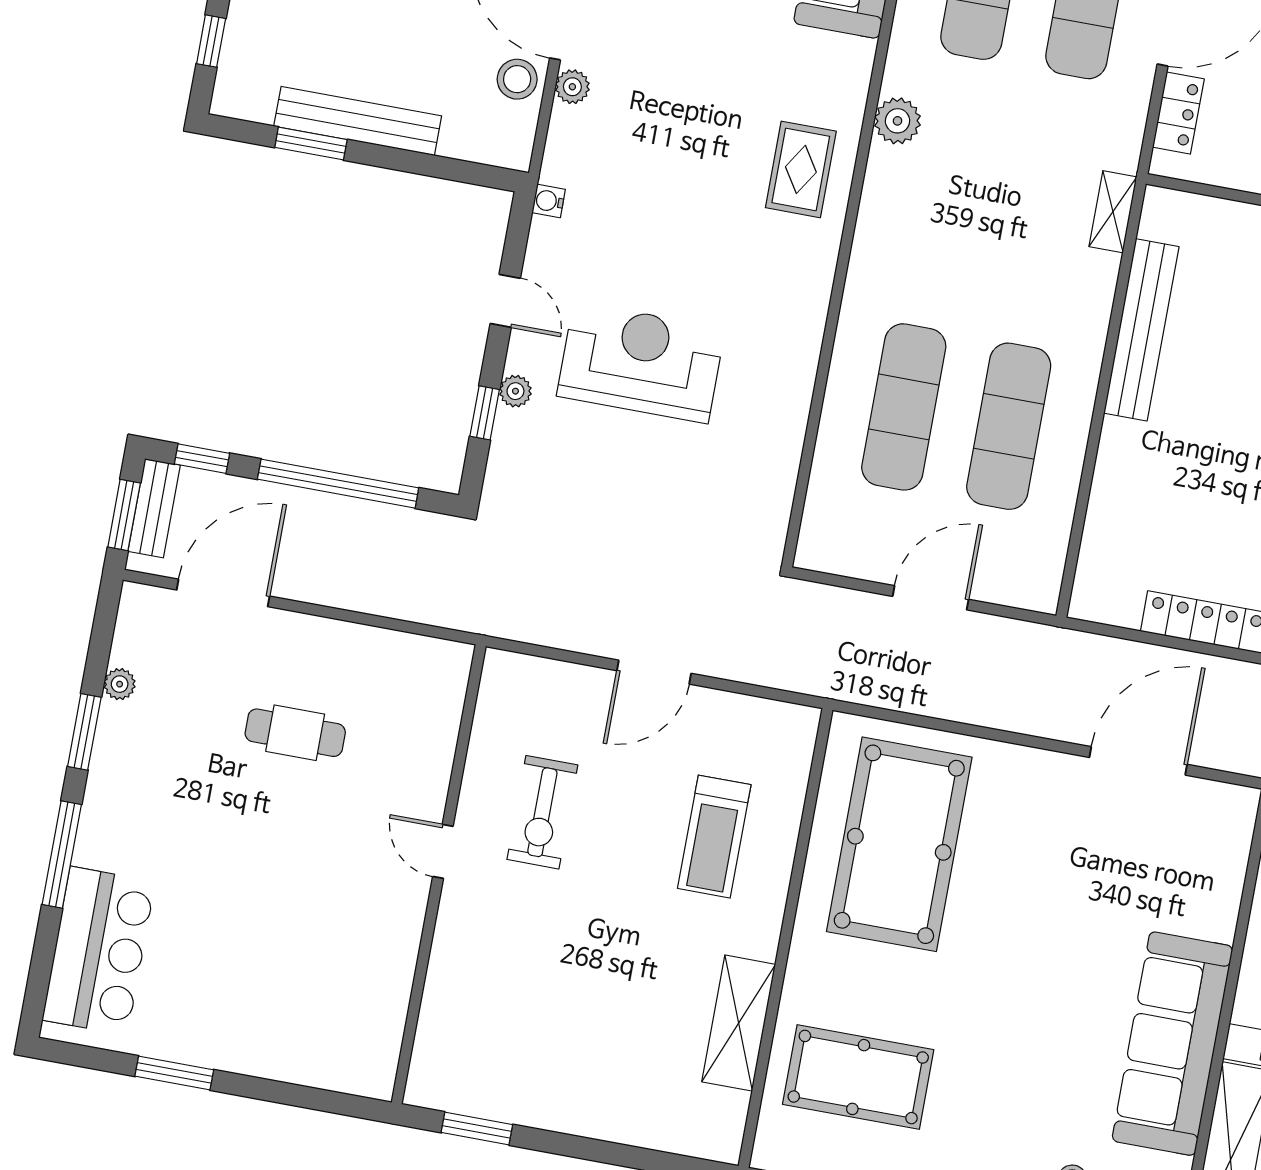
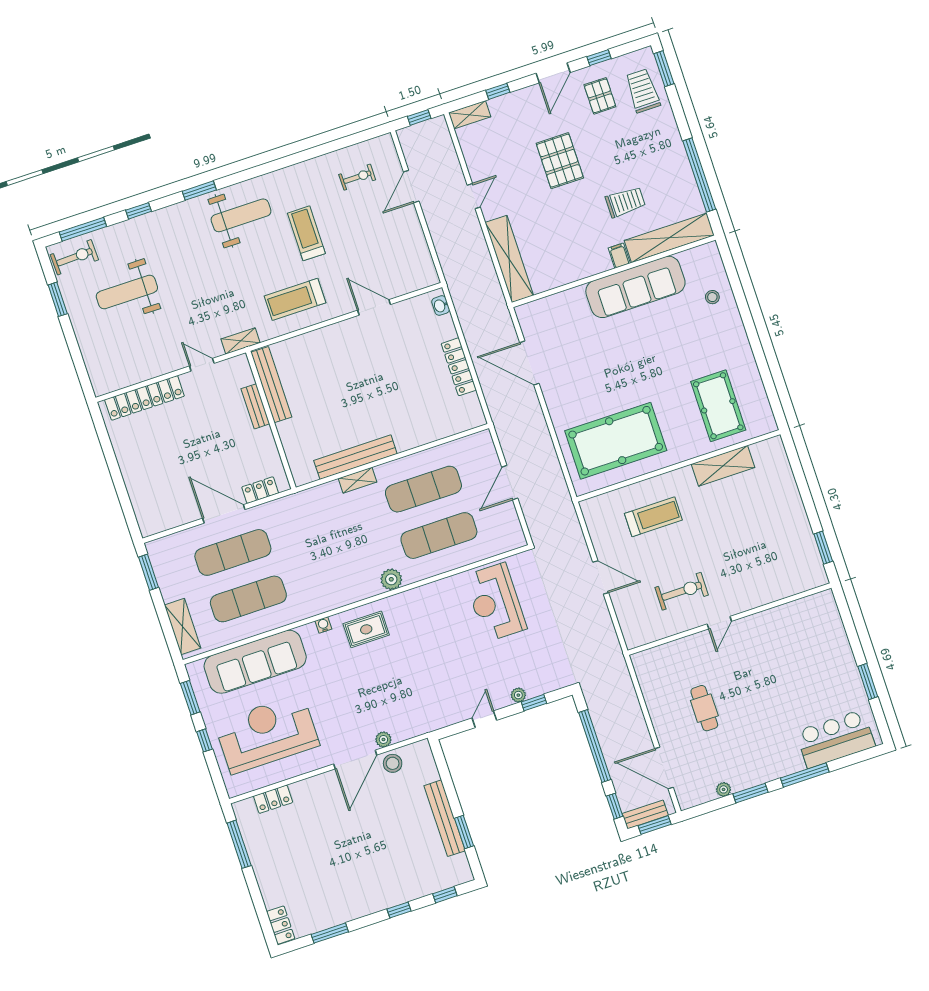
plant: (898, 121) -> (391, 579), moved
water cooler: (549, 201) -> (323, 625), moved, turned 180
shelving: (1113, 212) -> (358, 480), moved
reception desk: (641, 362) -> (495, 602), moved
door: (931, 598) -> (510, 483), hinge flipped

